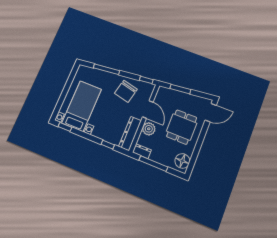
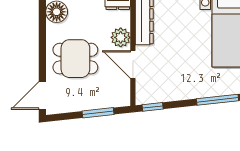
chair: (126, 91) -> (175, 79), removed
dining table: (182, 127) -> (75, 59), turned 90

